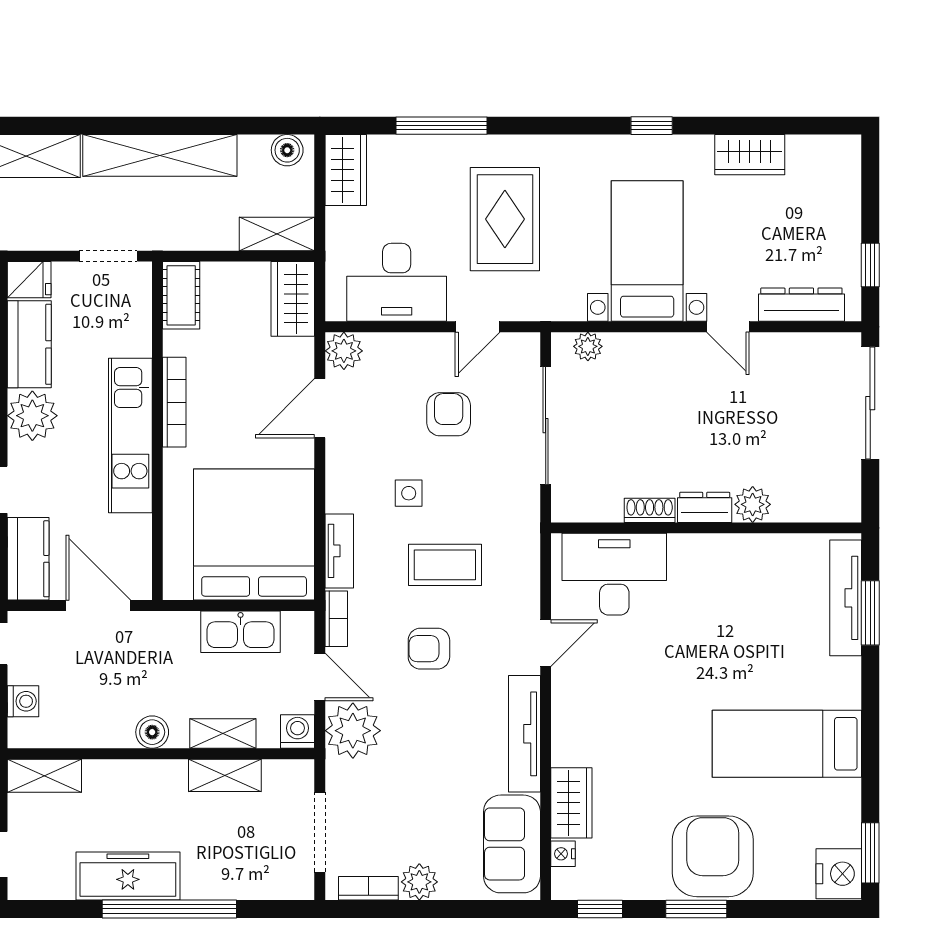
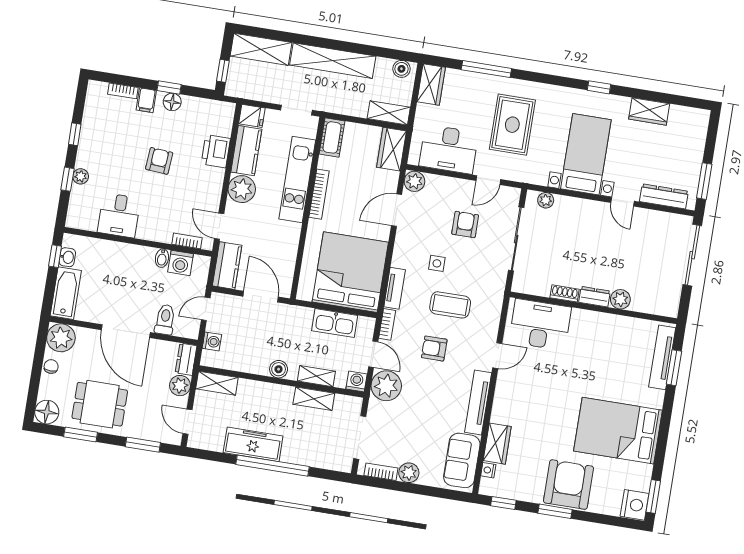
window: (870, 265) -> (704, 181), width x1.50
kitchen unit: (130, 435) -> (297, 180), moved
bed: (787, 744) -> (618, 431), width x1.50

